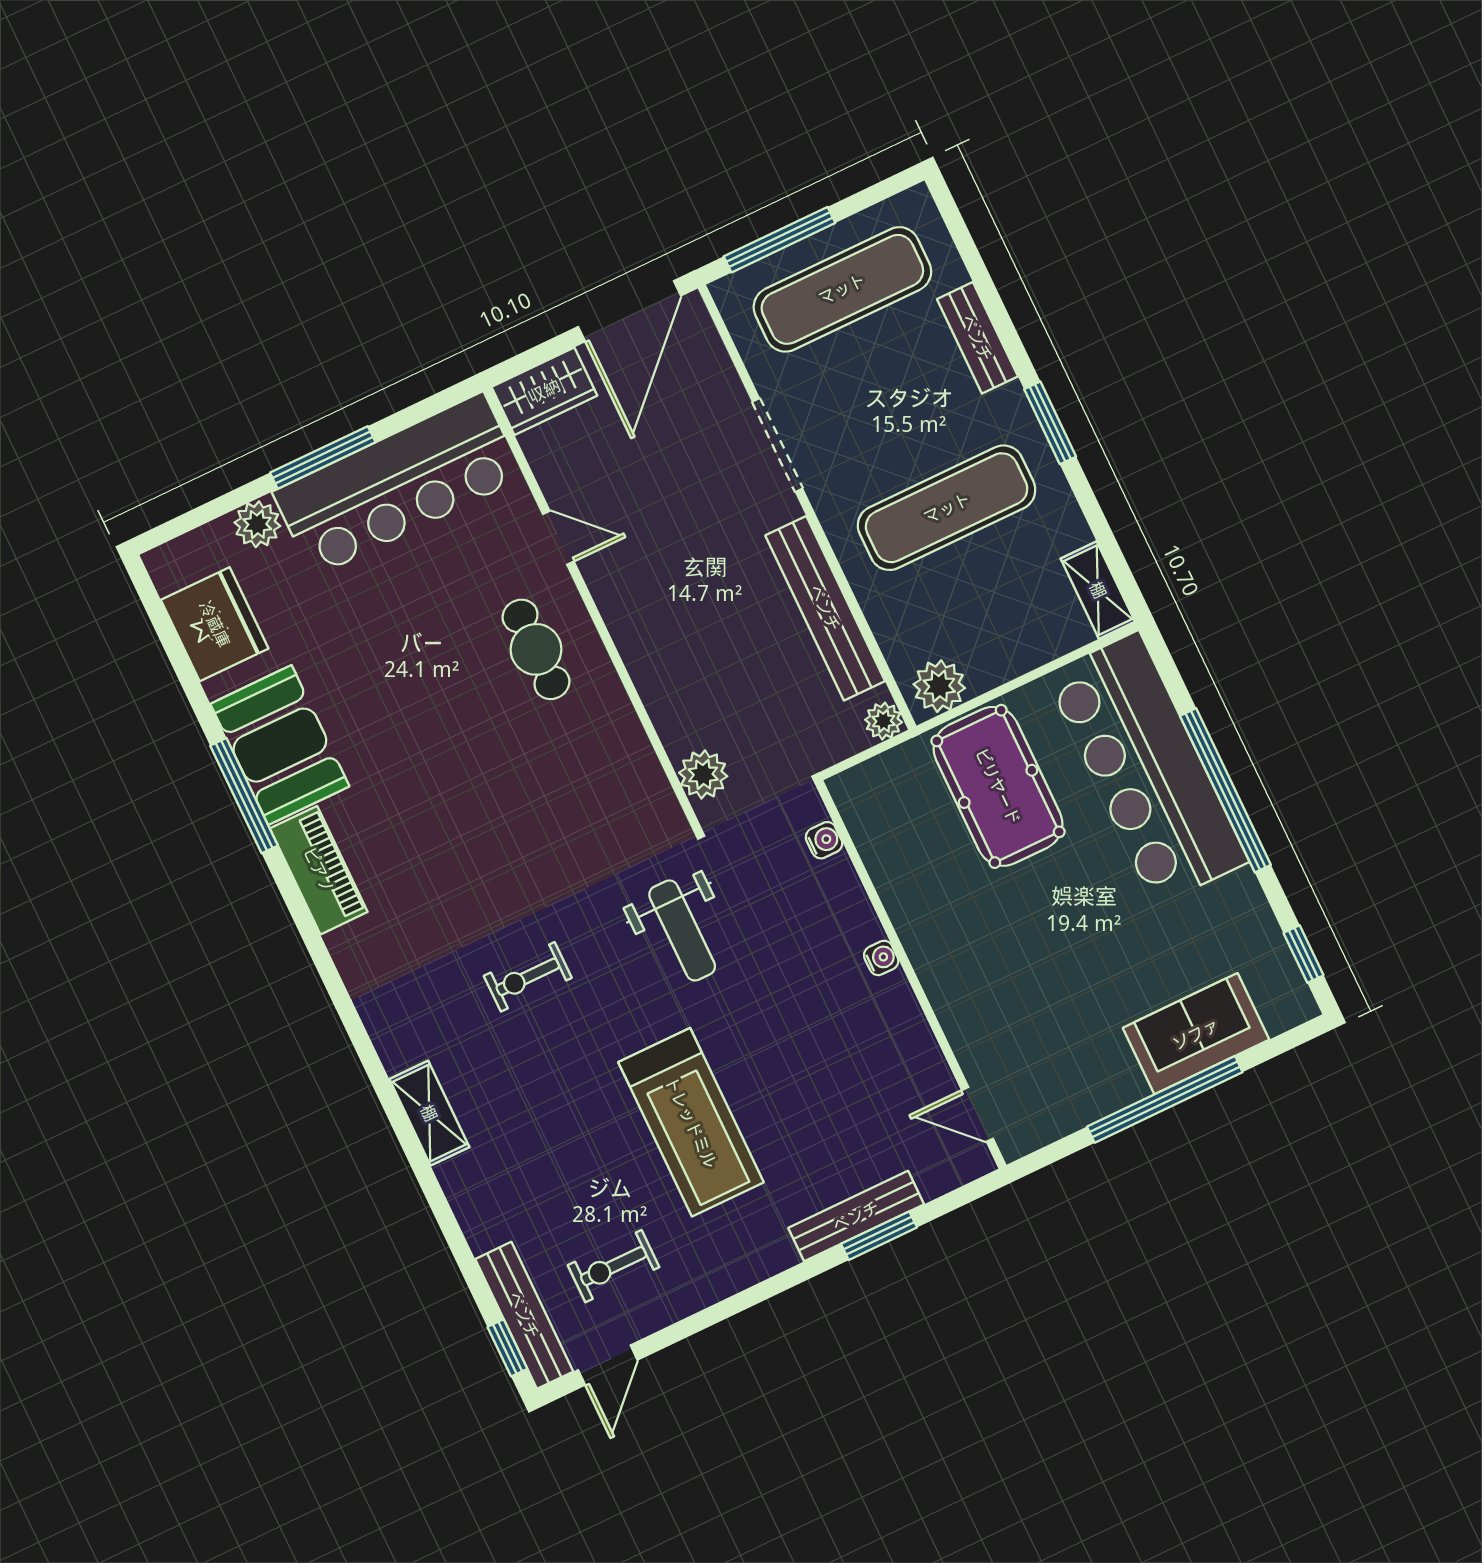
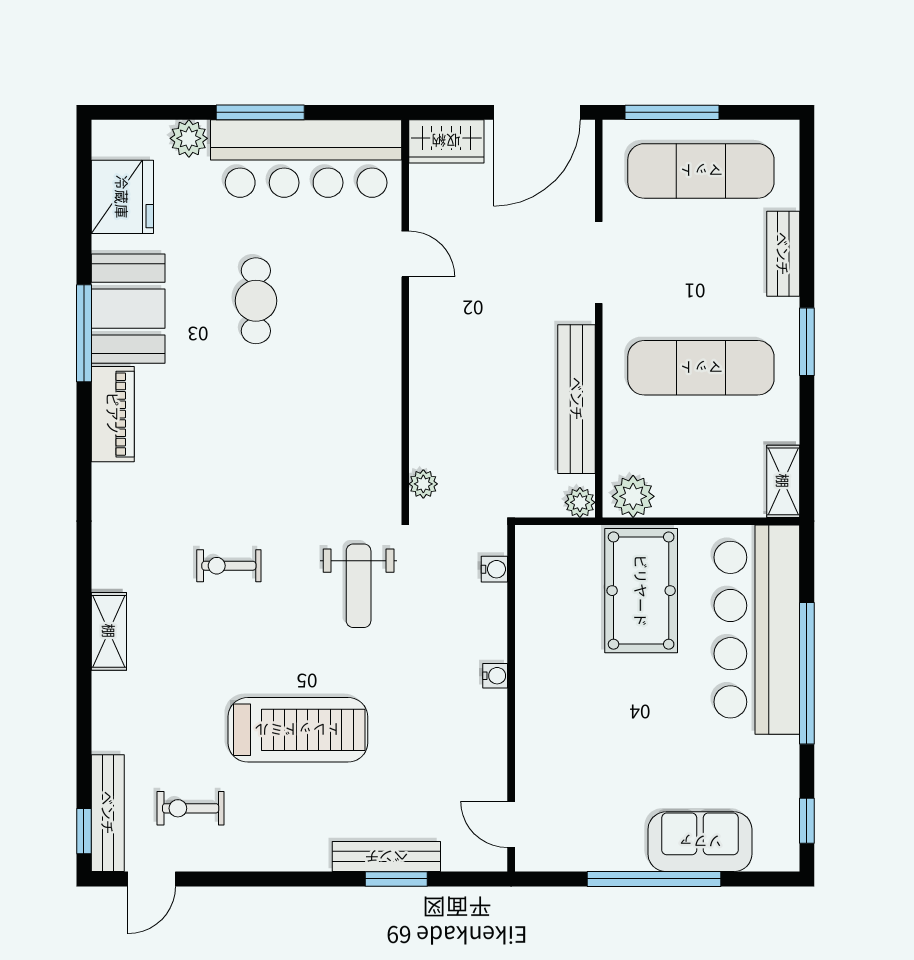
cafe table: (536, 649) -> (256, 301), moved
plant: (703, 774) -> (423, 484), width x0.73, depth x0.73
treadmill: (691, 1122) -> (298, 730), turned -90

